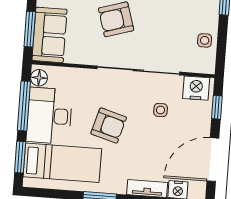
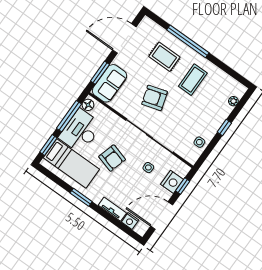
nightstand: (196, 88) -> (172, 182), moved, turned 90

